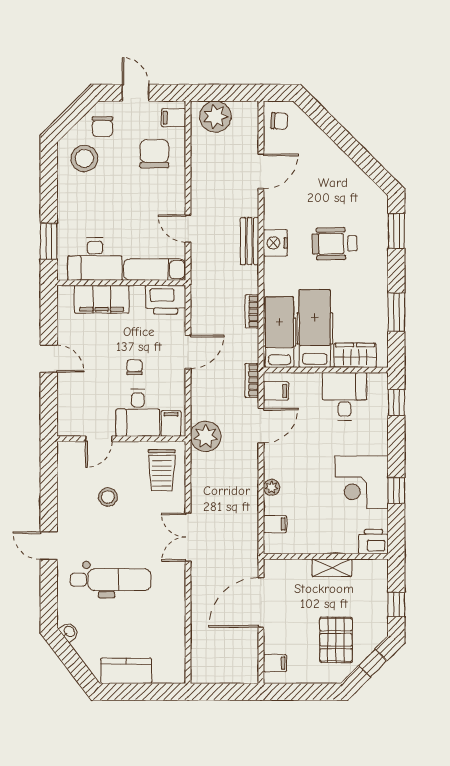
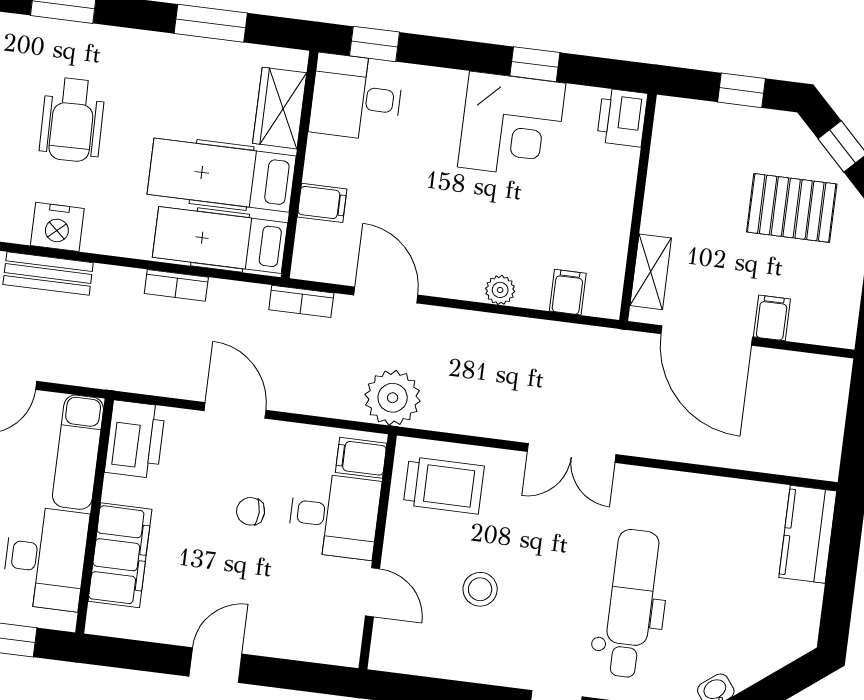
filing cabinet: (276, 391) -> (322, 203), moved, turned 90
desk: (345, 396) -> (356, 97), moved
shelving: (332, 568) -> (651, 272), moved
filing cabinet: (275, 663) -> (772, 318), moved
kitchen counter: (126, 671) -> (808, 534), moved

